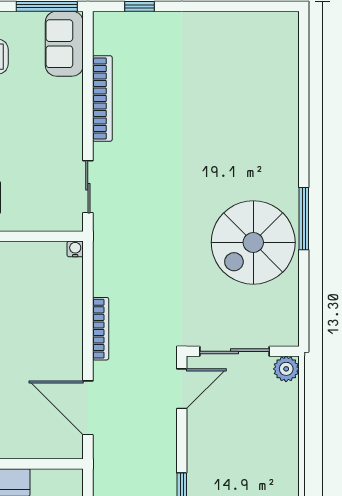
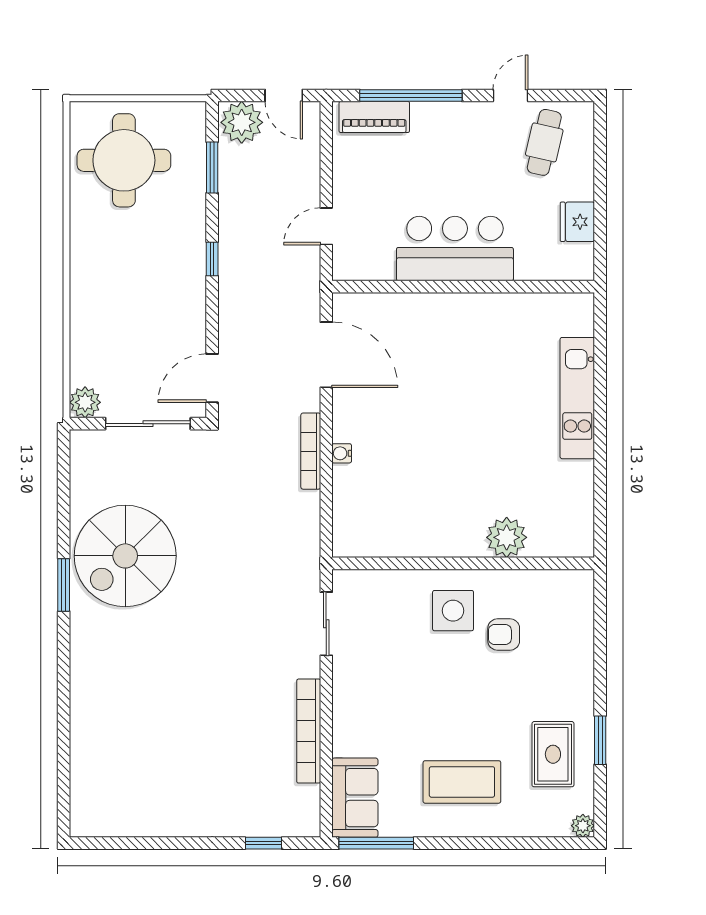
window: (304, 219) -> (64, 585), width x0.69
spiral stairs: (253, 242) -> (125, 556), turned 180
water cooler: (75, 249) -> (342, 453), moved, turned 90

